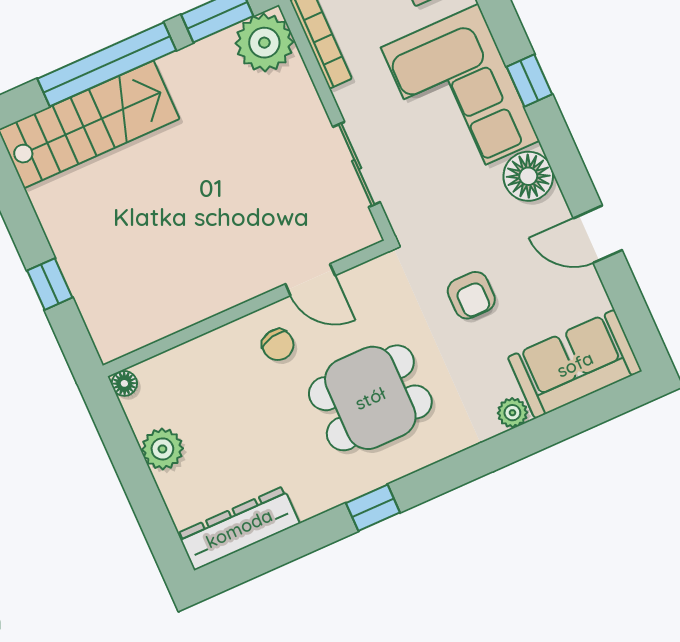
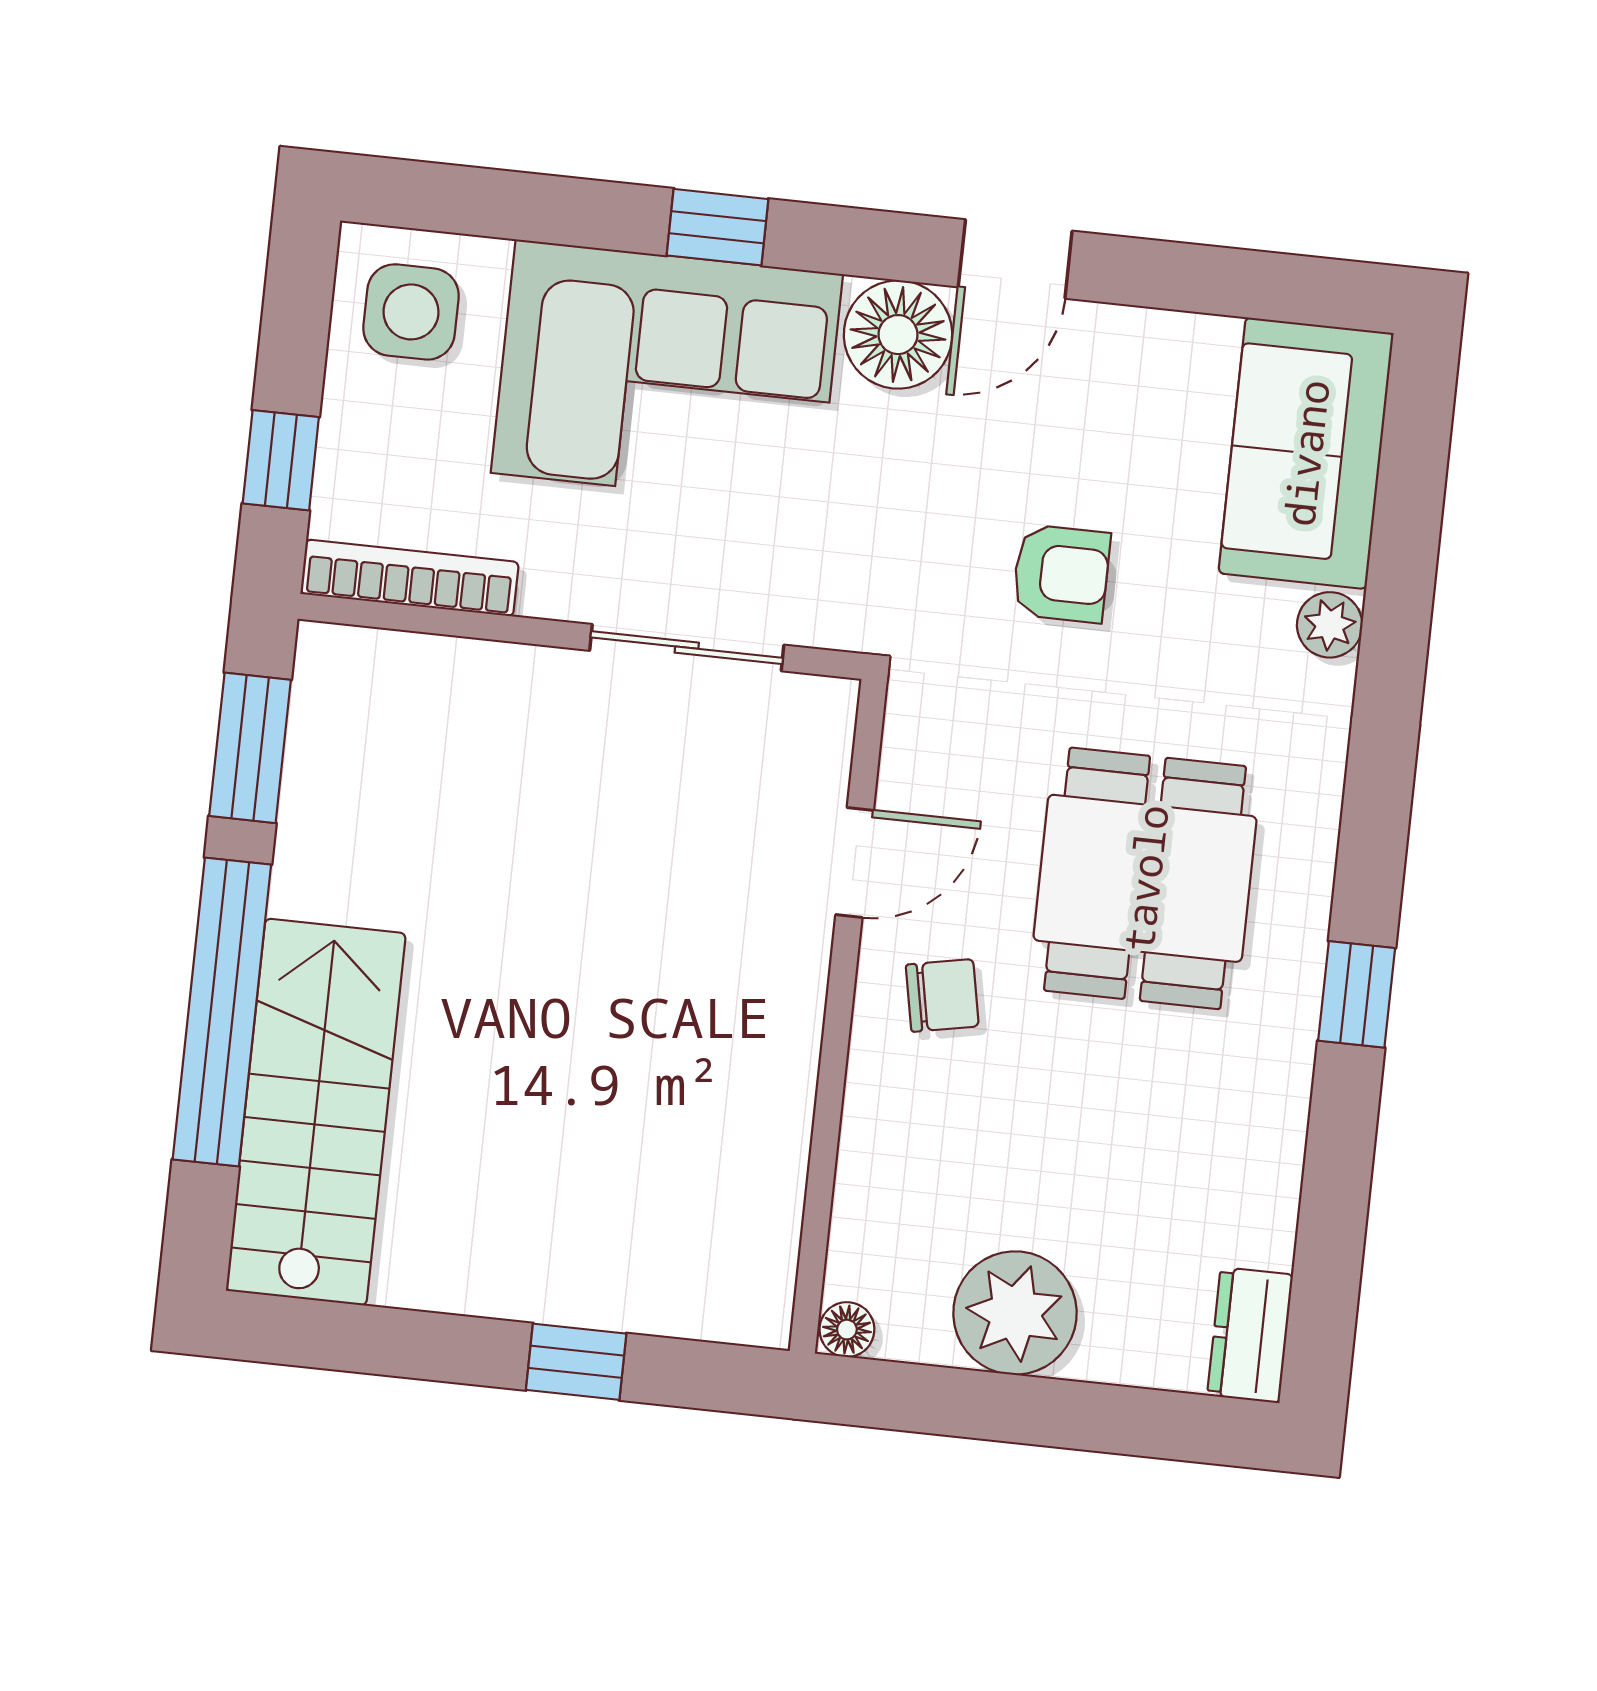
plant: (264, 43) -> (354, 689), removed
door: (598, 234) -> (1015, 259), moved
plant: (162, 449) -> (1015, 1313), width x1.36, depth x1.36
dresser: (239, 528) -> (1250, 1335), width x0.51, depth x0.80

